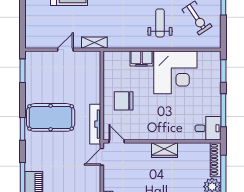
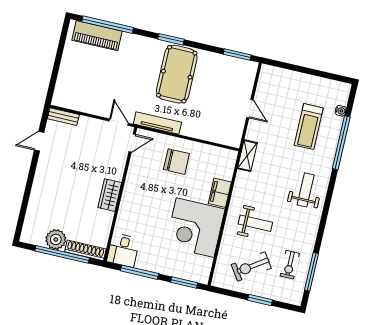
shelving: (94, 43) -> (247, 156), moved
chair: (124, 101) -> (176, 162), turned 90

